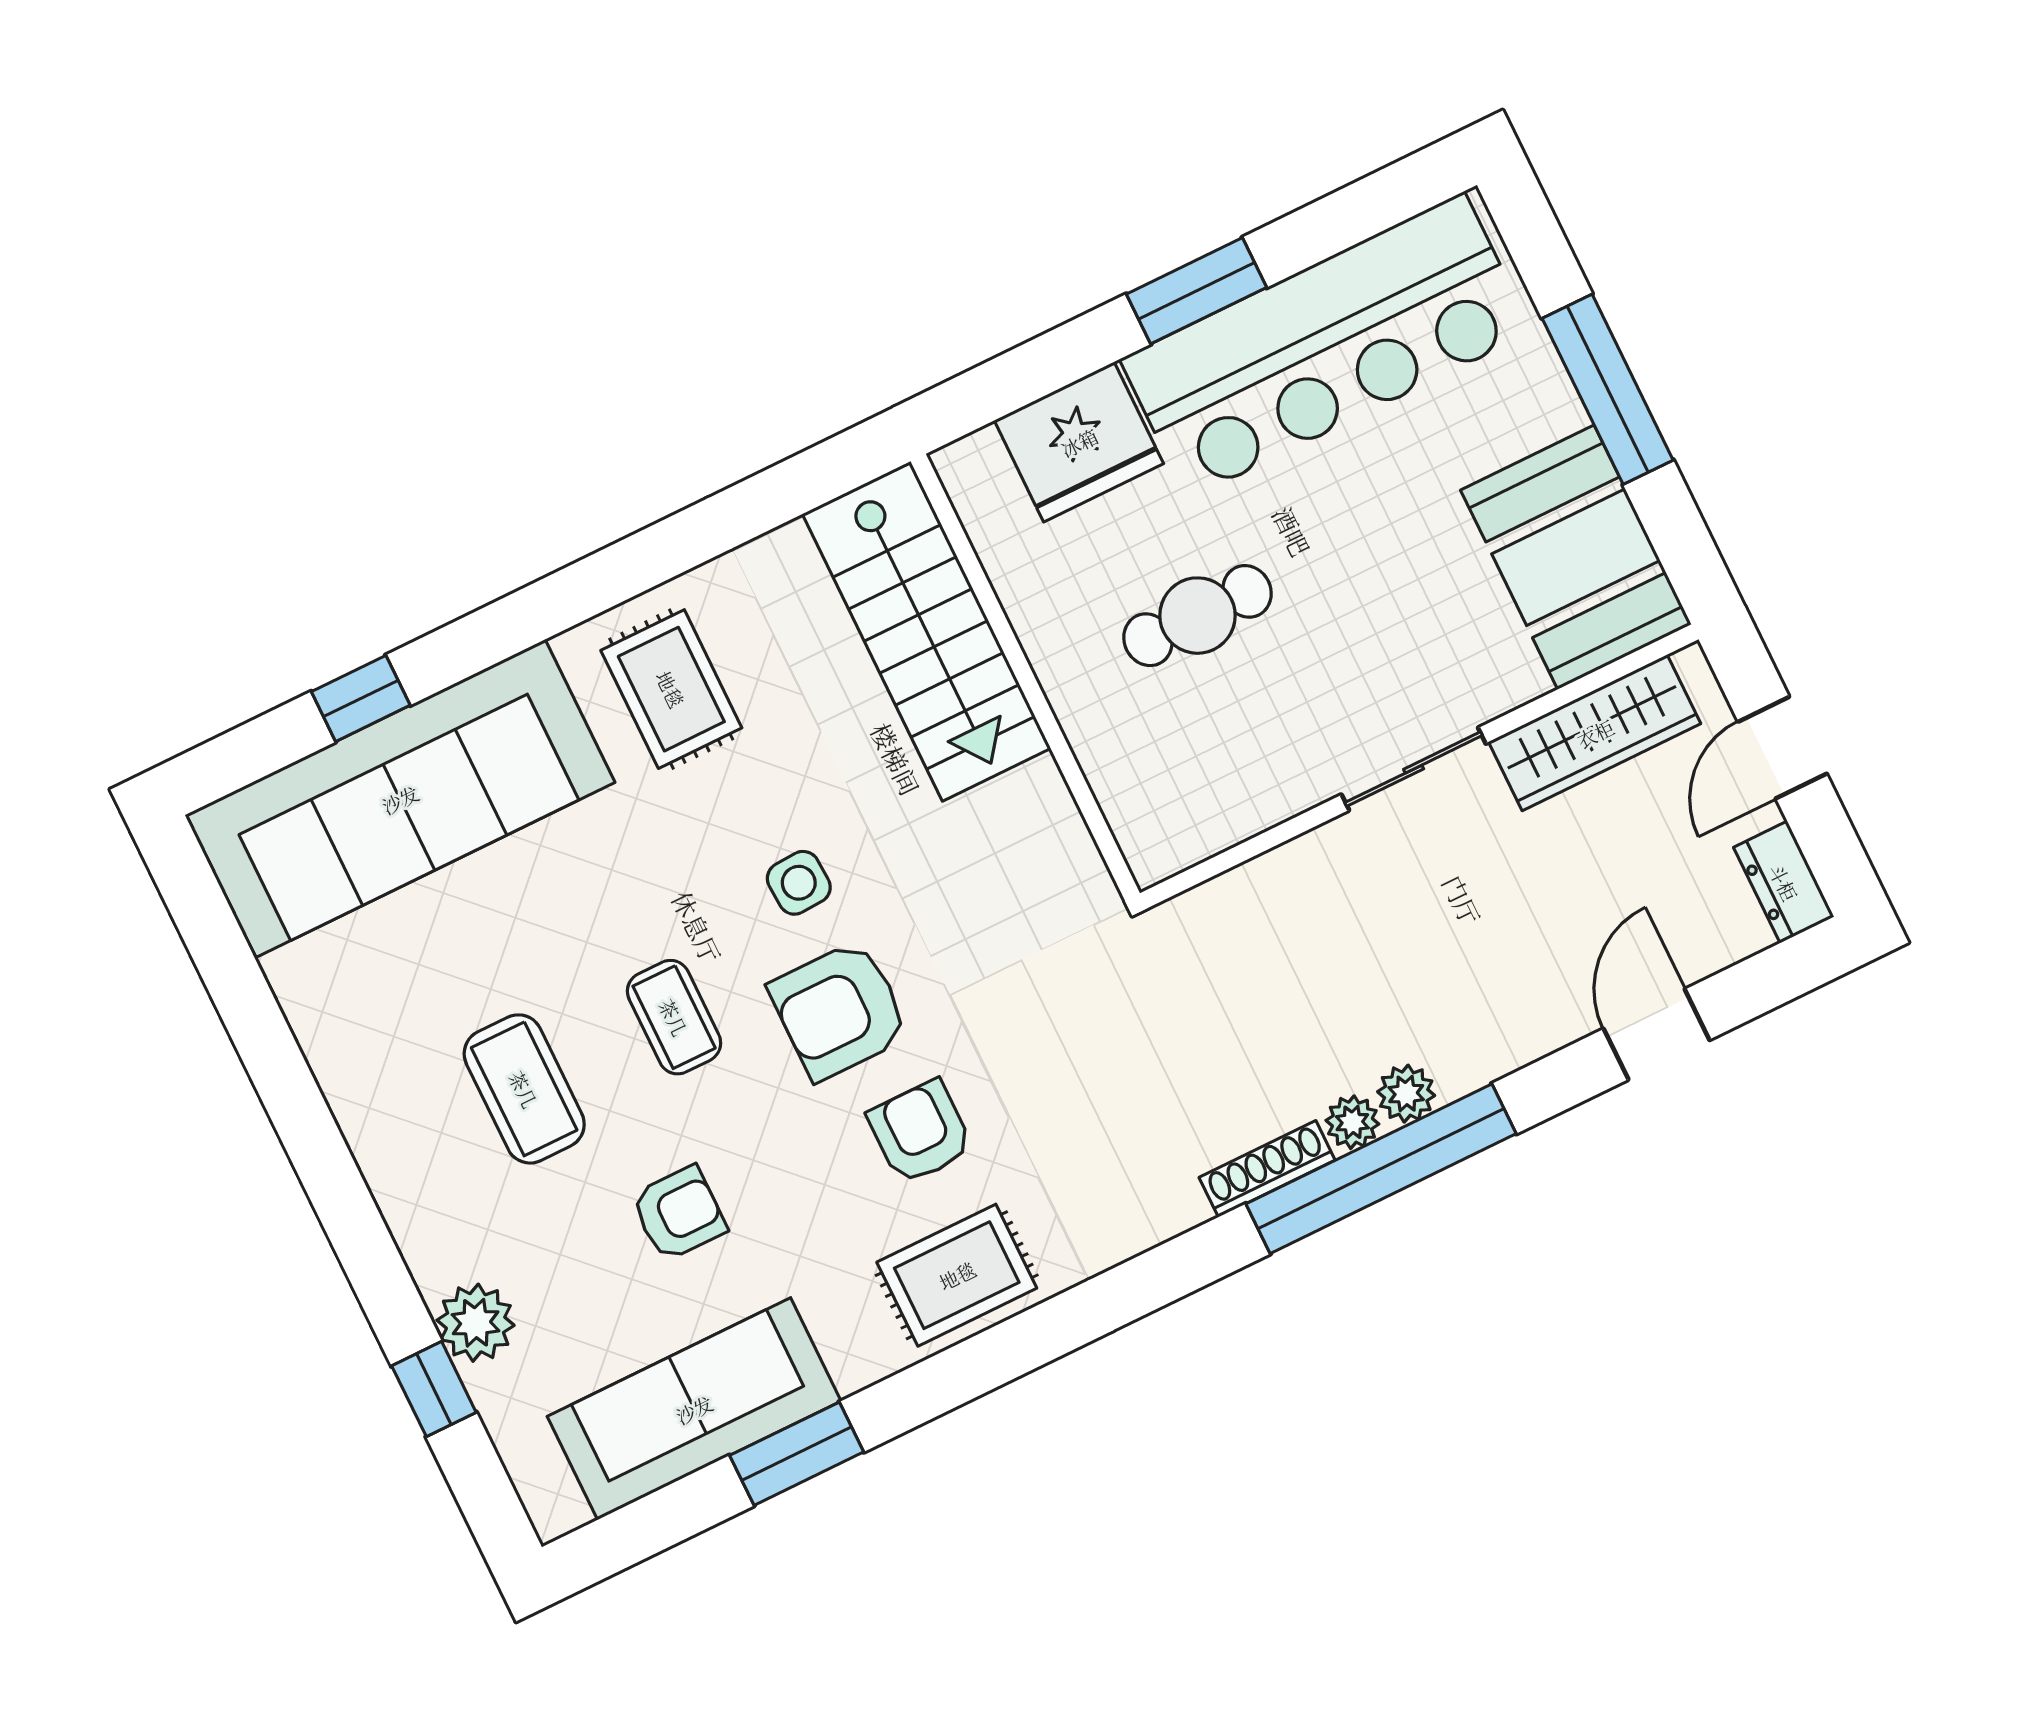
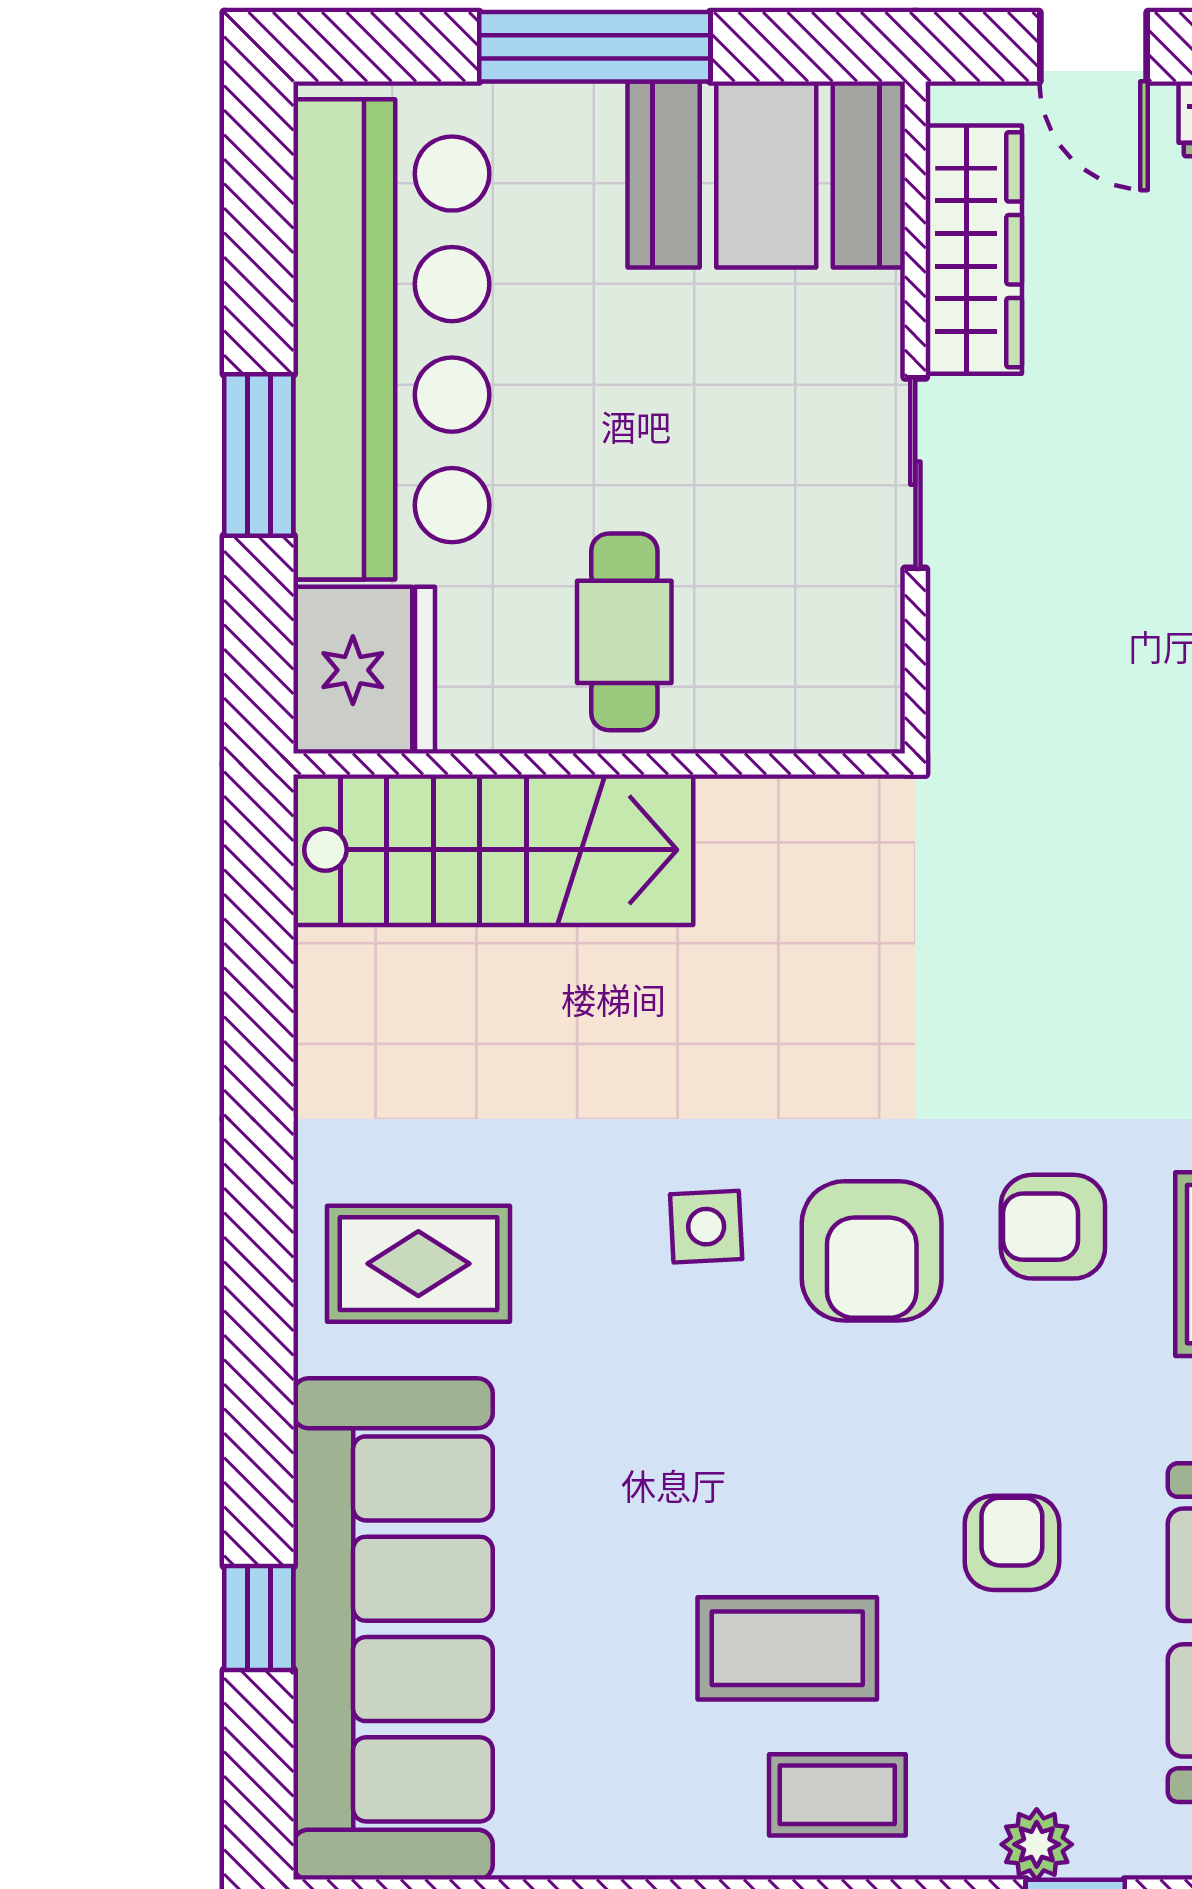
stairs: (926, 631) -> (493, 850), moved
wall: (1025, 677) -> (599, 764), moved
coffee table: (674, 1017) -> (837, 1795), moved
plant: (476, 1323) -> (1037, 1844), width x0.73, depth x0.73

